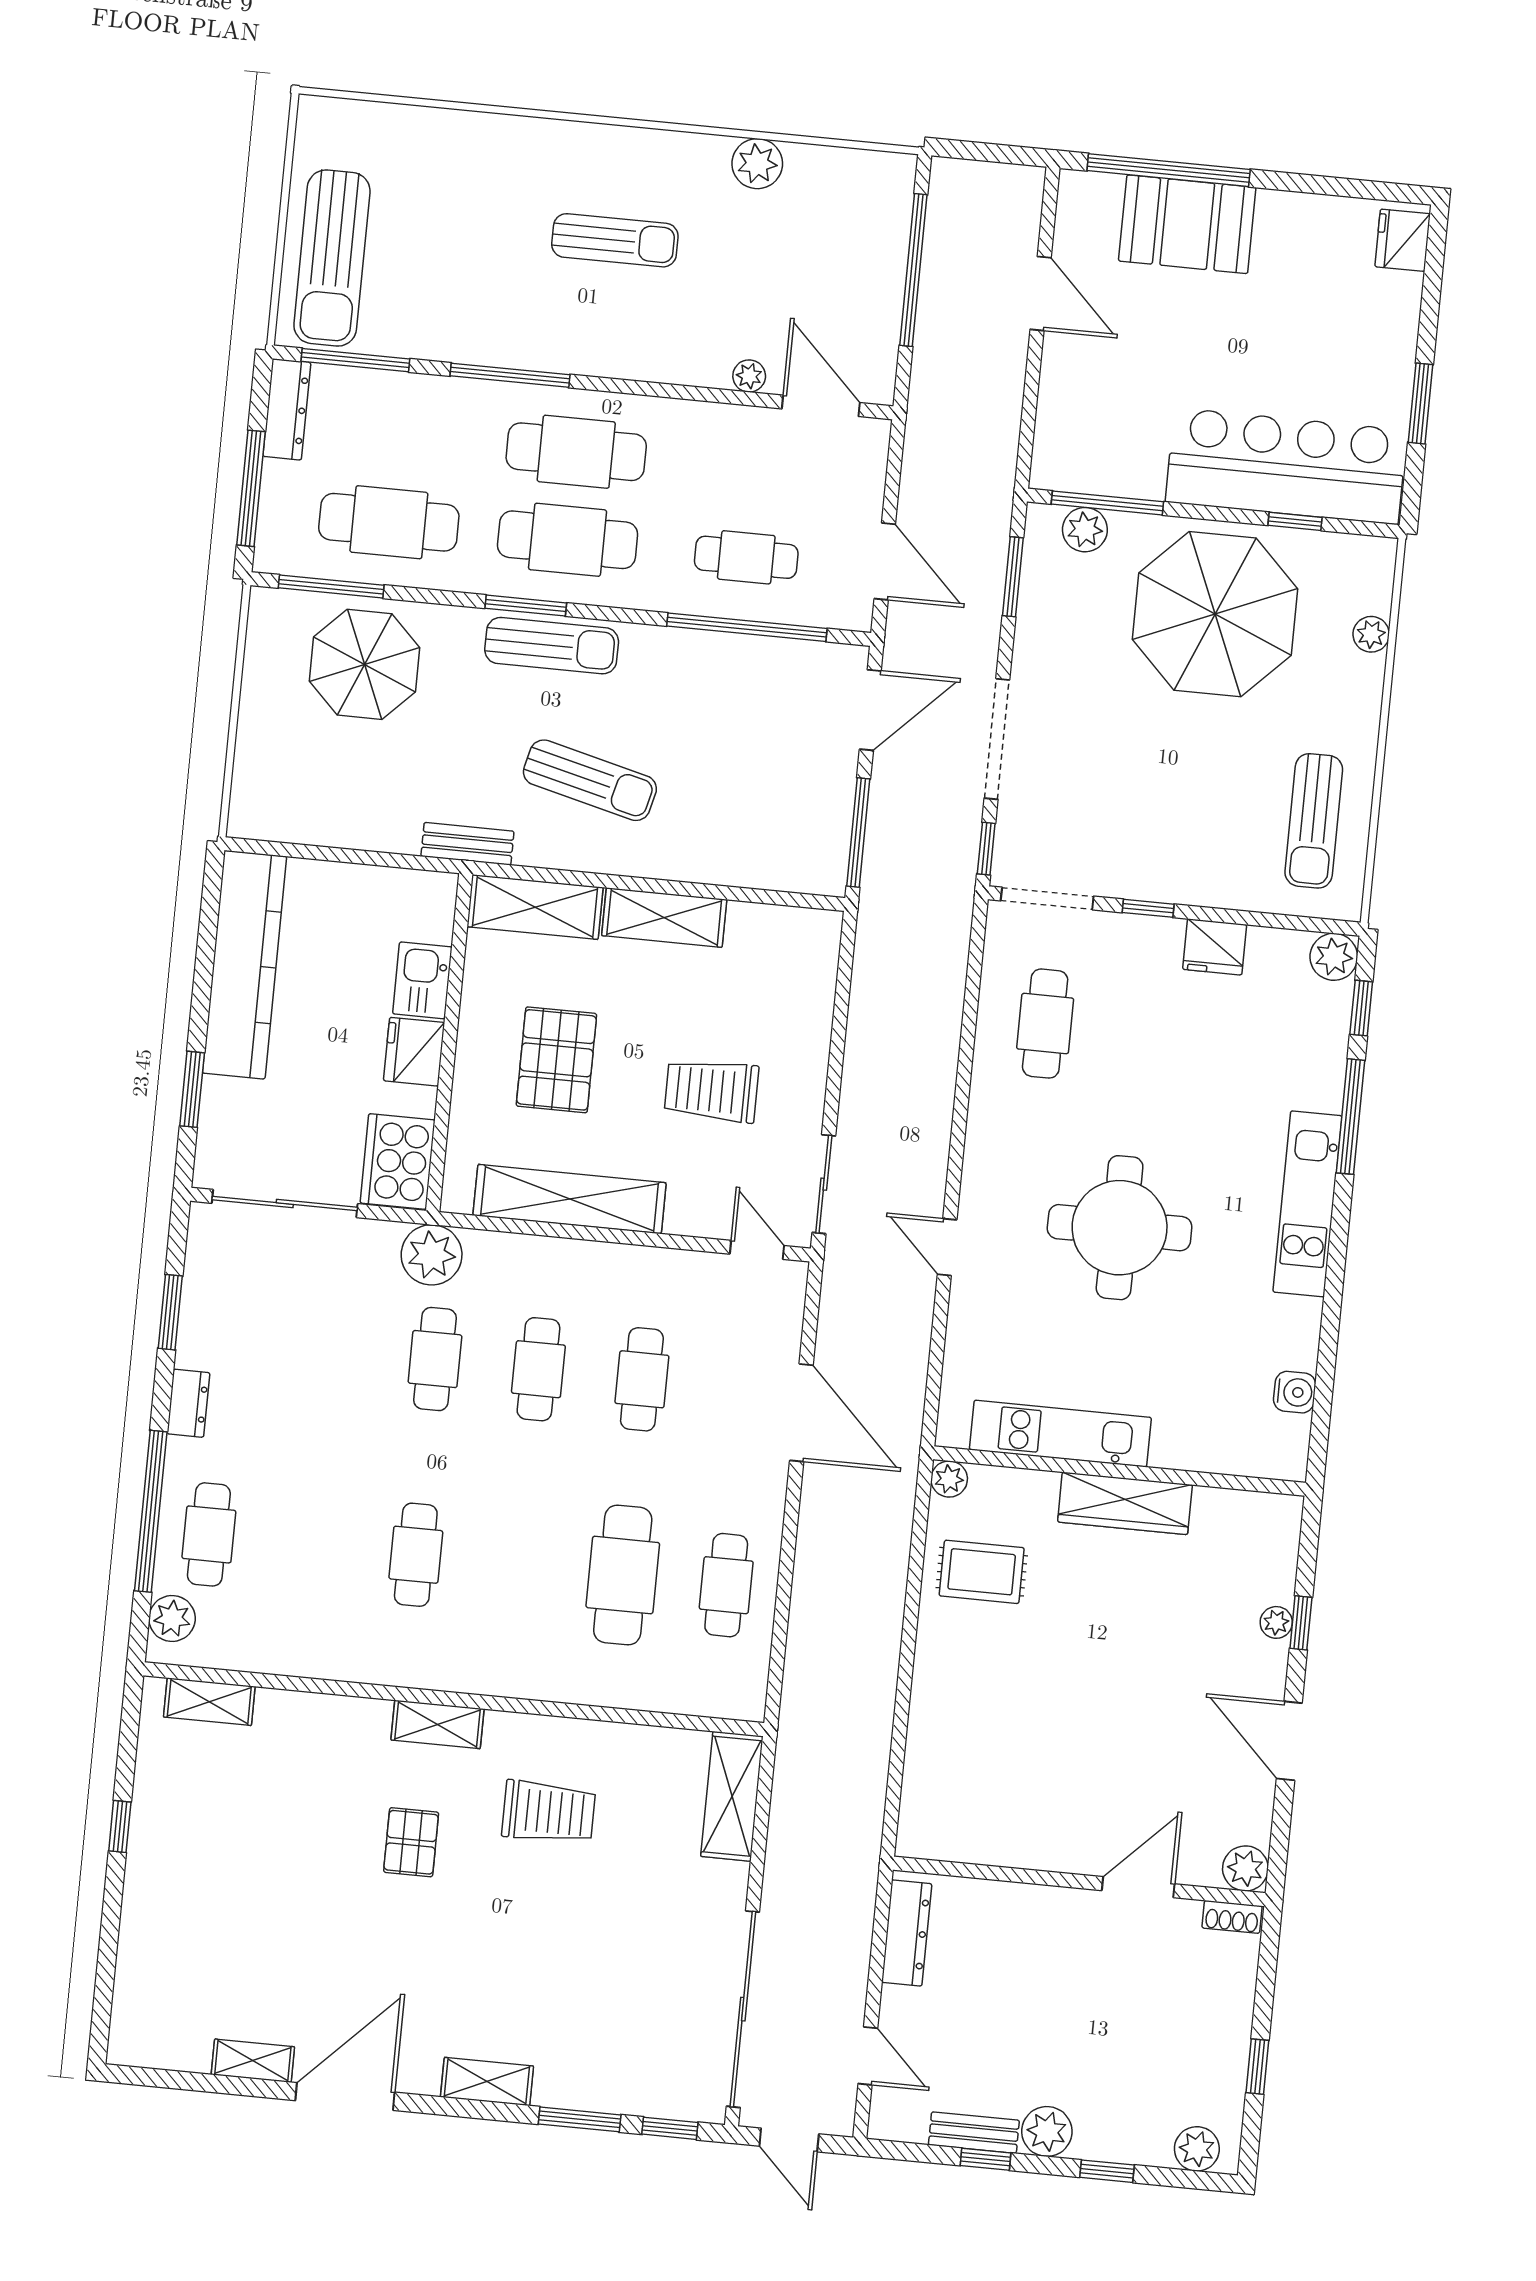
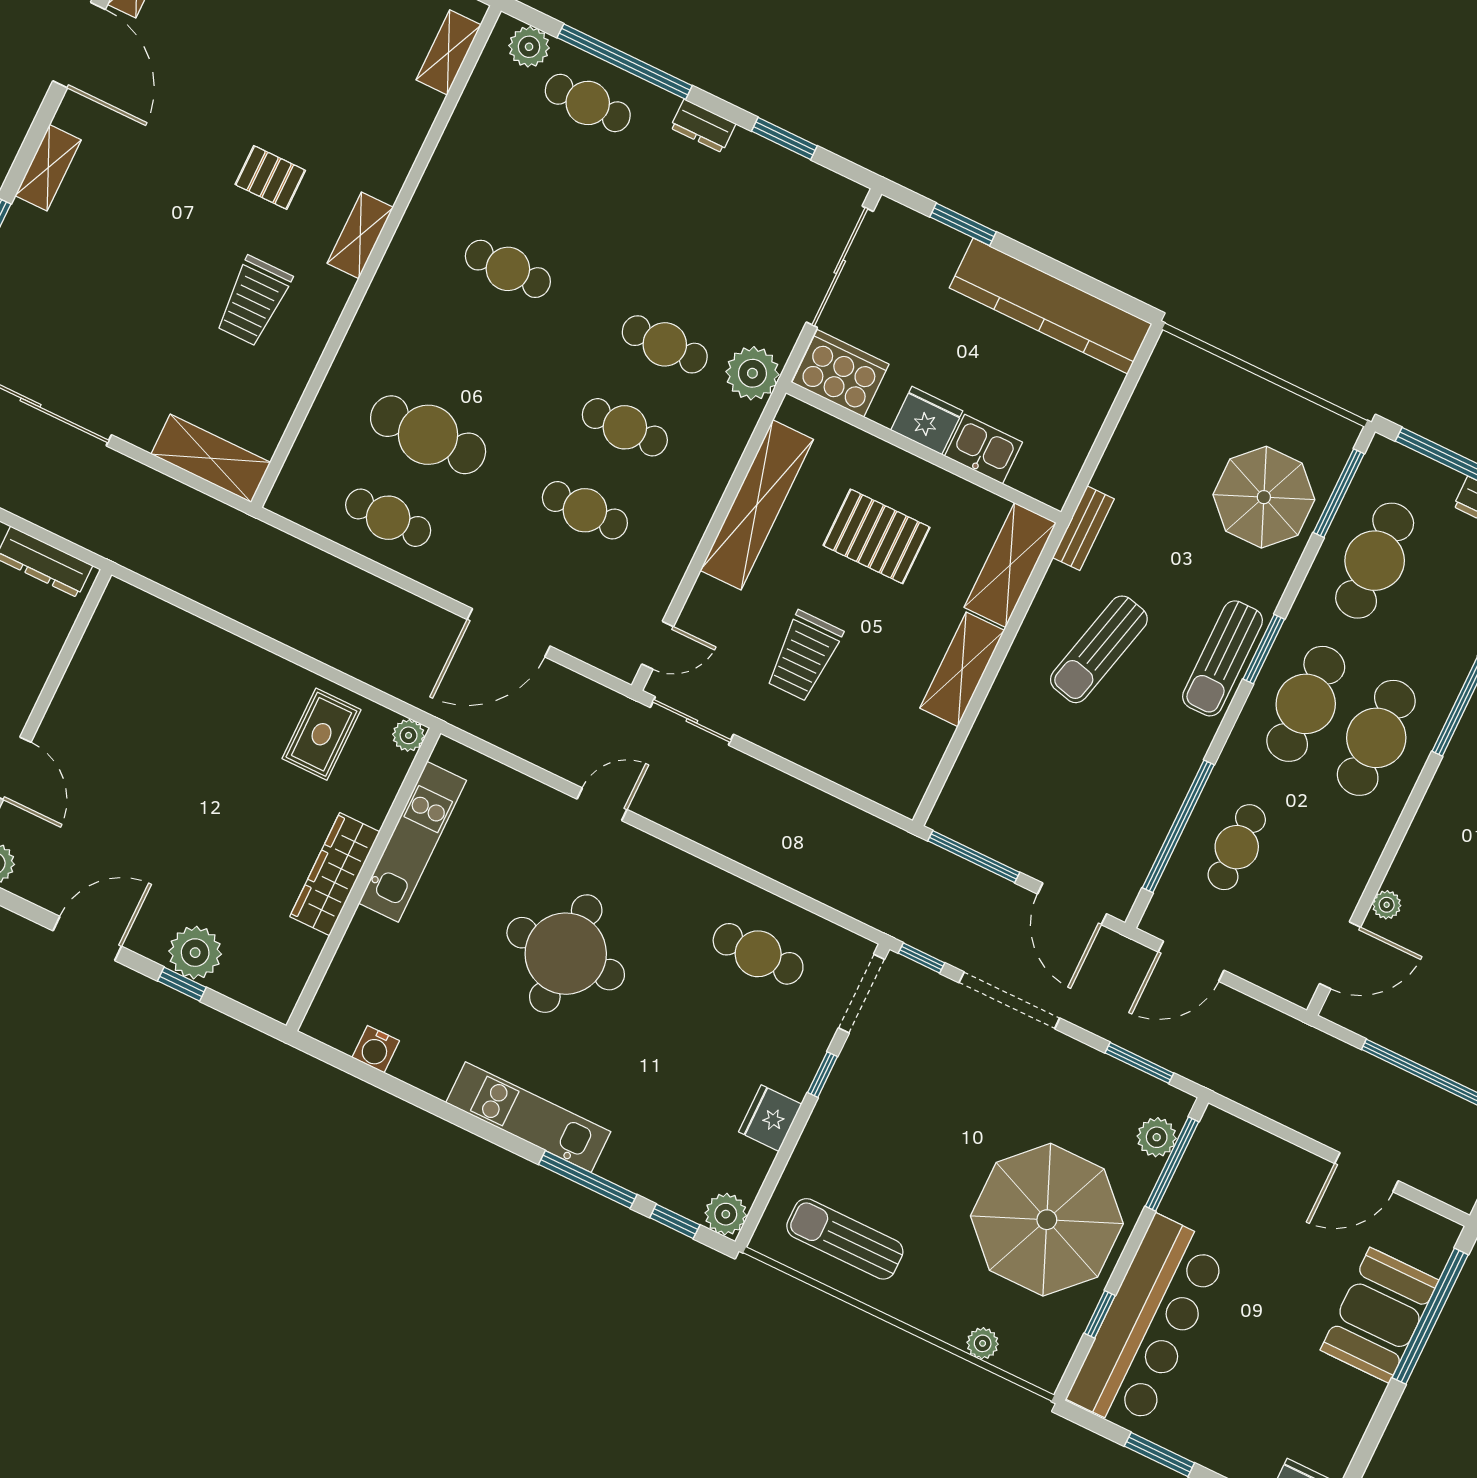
trolley: (711, 1090) -> (804, 656), turned 180
plant: (1276, 1622) -> (195, 953), width x1.88, depth x1.88

